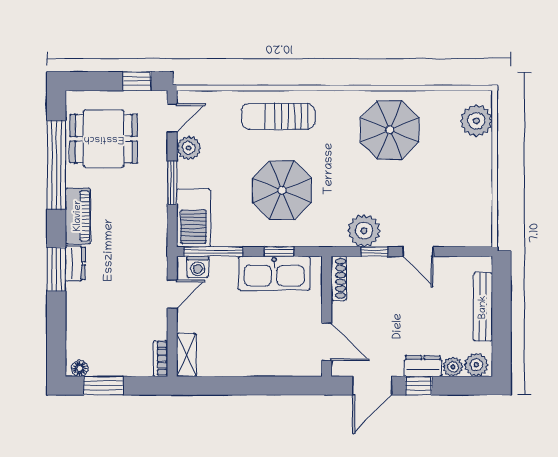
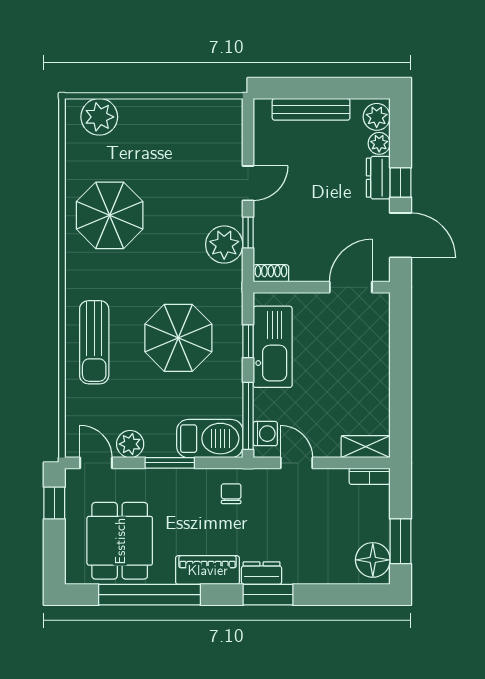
chair: (145, 237) -> (231, 494), added
shoe rack: (339, 278) -> (271, 273), width x0.70
floor lamp: (80, 368) -> (373, 560), width x1.89, depth x1.89

